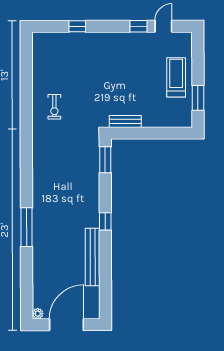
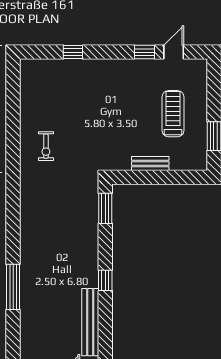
treadmill: (176, 77) -> (173, 114), moved
bench: (125, 121) -> (150, 164), moved

